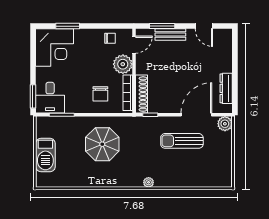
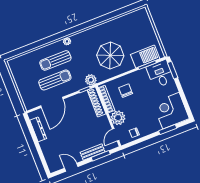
plant: (225, 124) -> (91, 80), moved
barbecue: (45, 155) -> (145, 57), moved, turned 90
sun lounger: (172, 165) -> (55, 60), added

